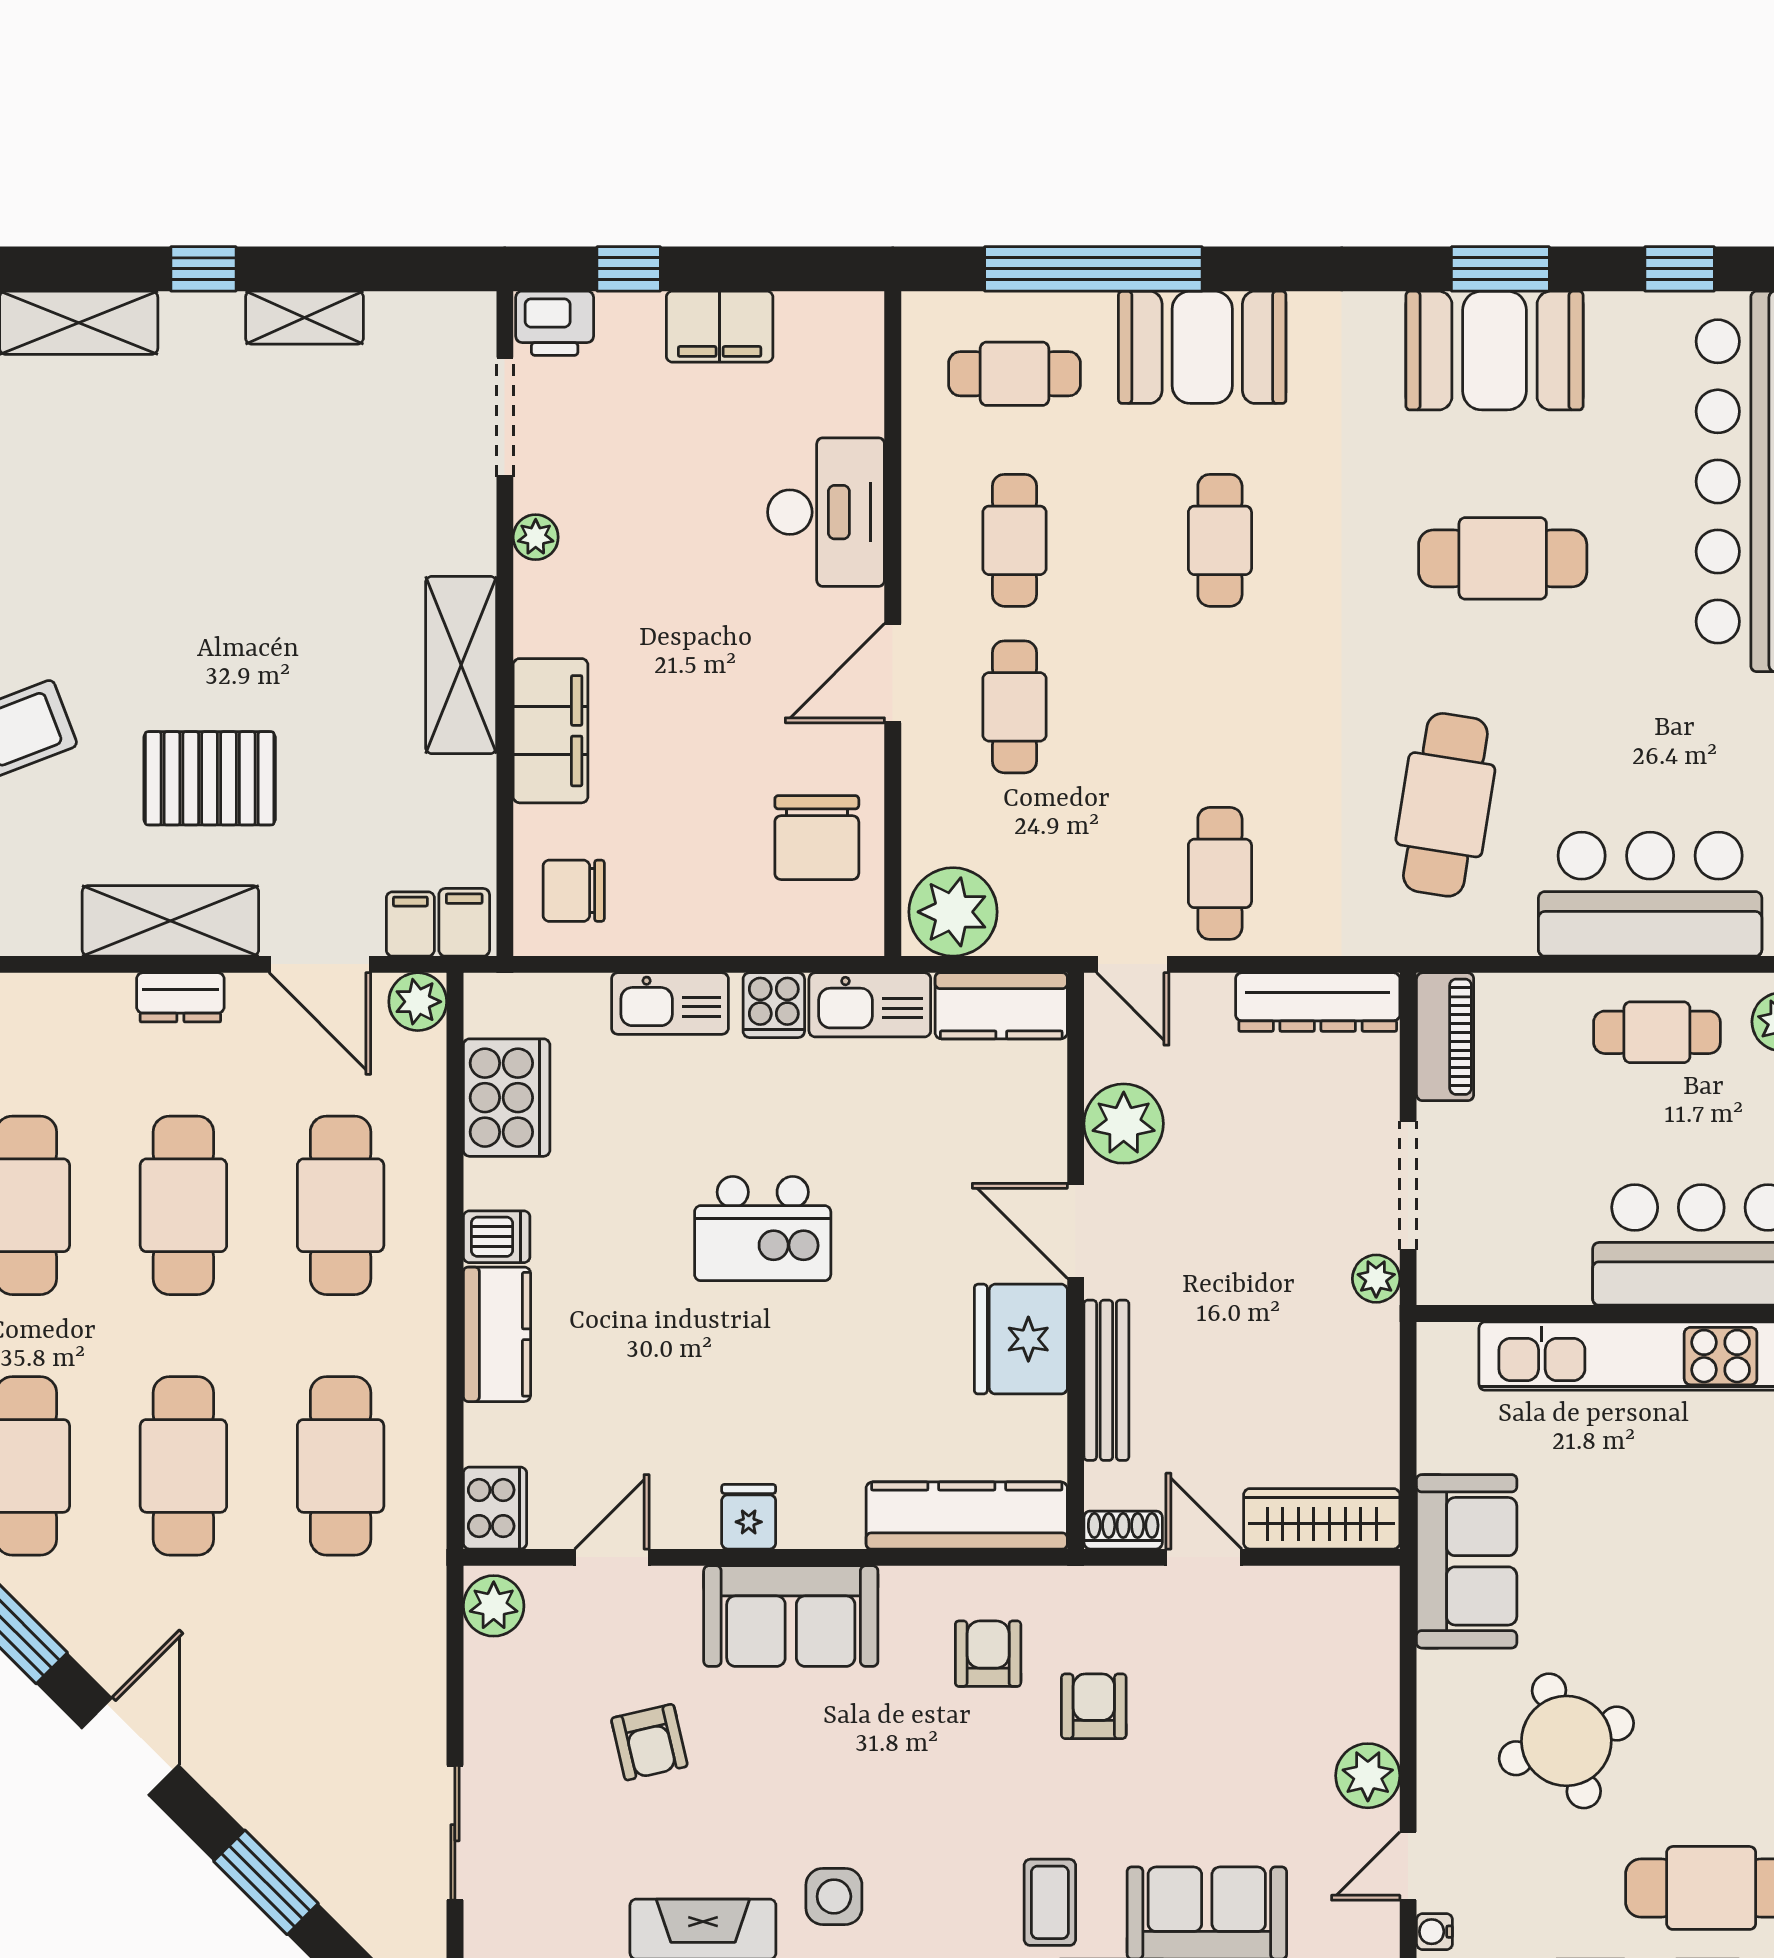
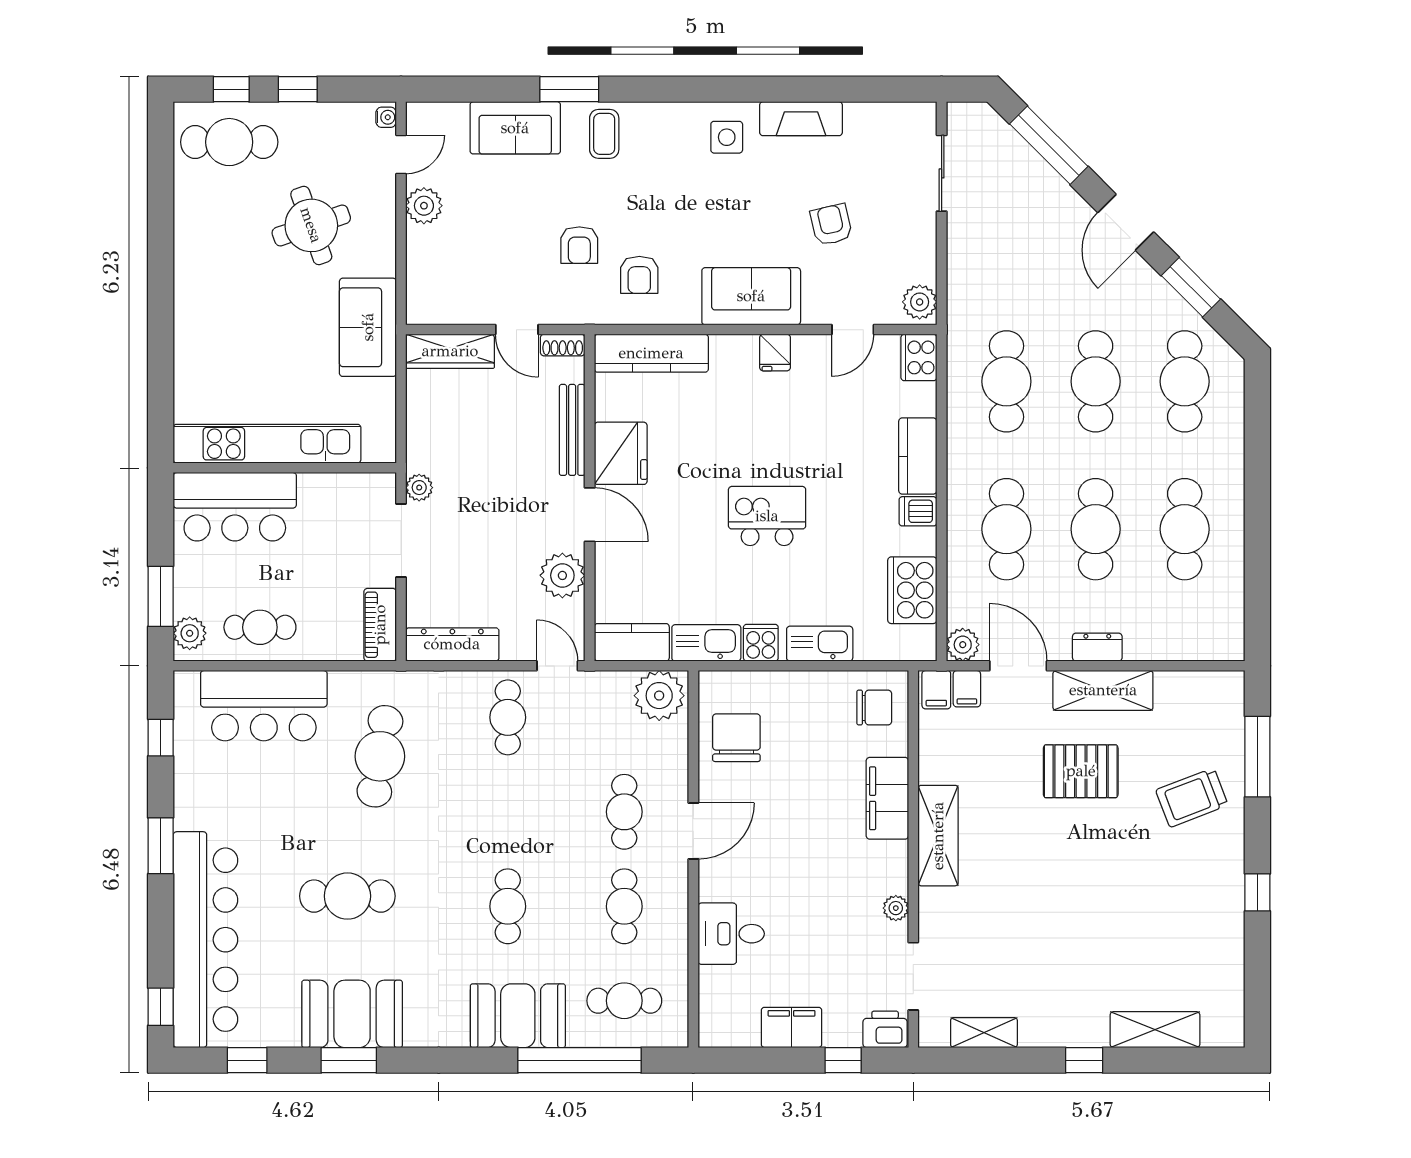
shelving: (304, 318) -> (984, 1033), moved
desk: (826, 512) -> (731, 934), width x0.73
window: (266, 1882) -> (1049, 145), width x1.44

